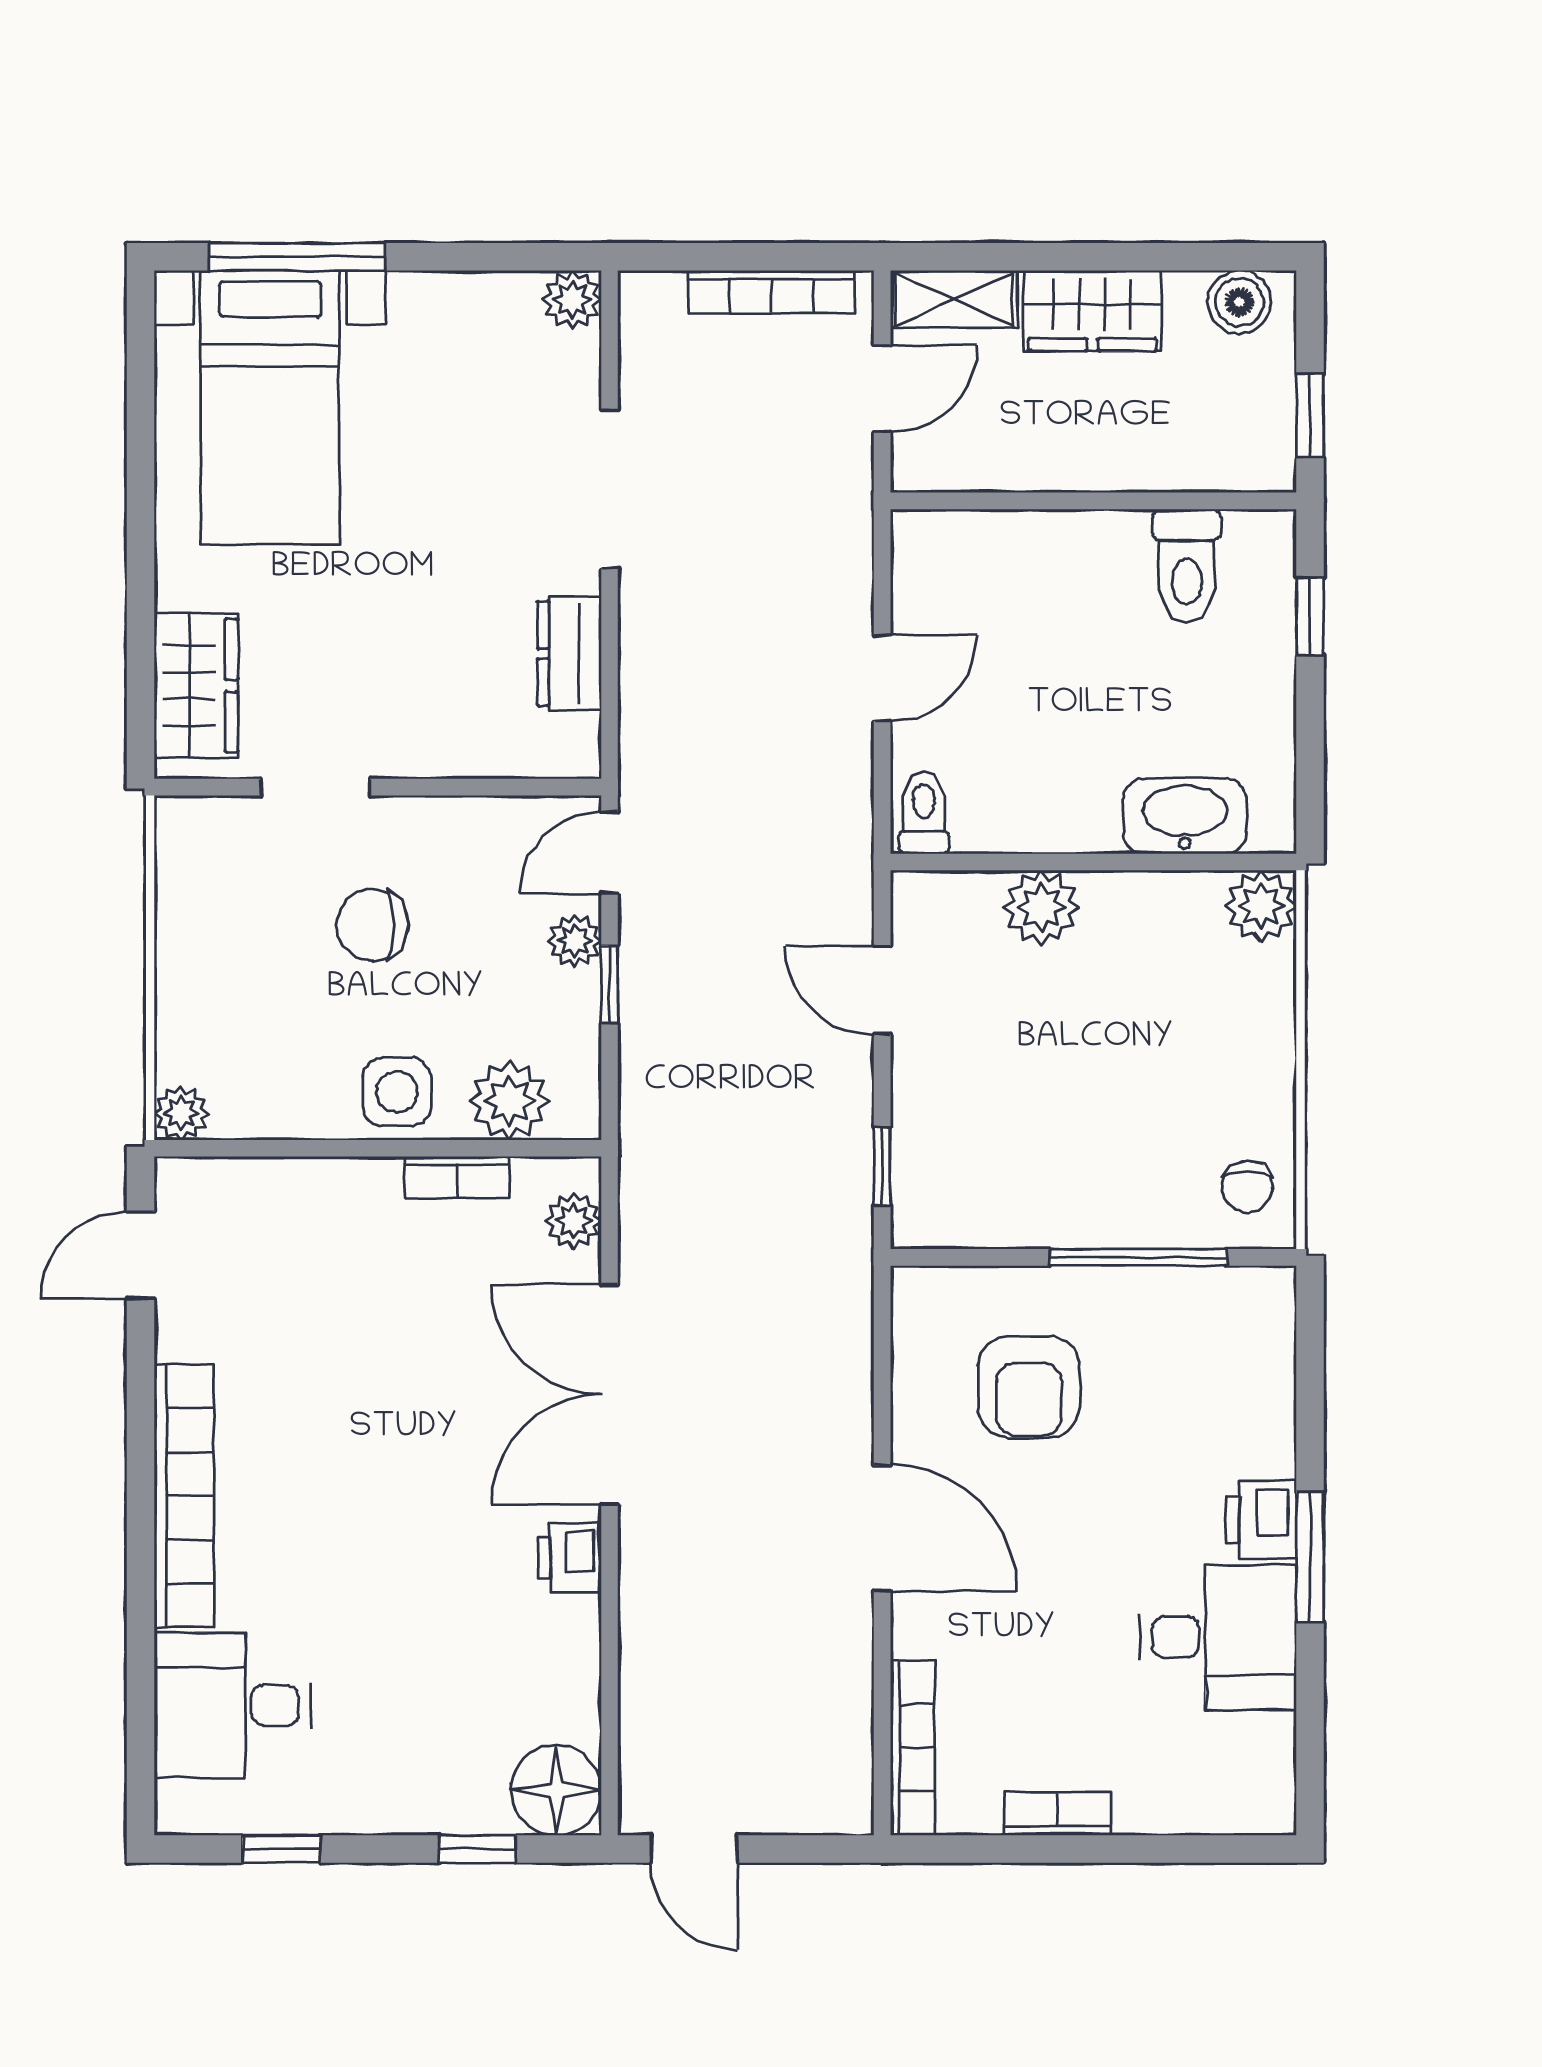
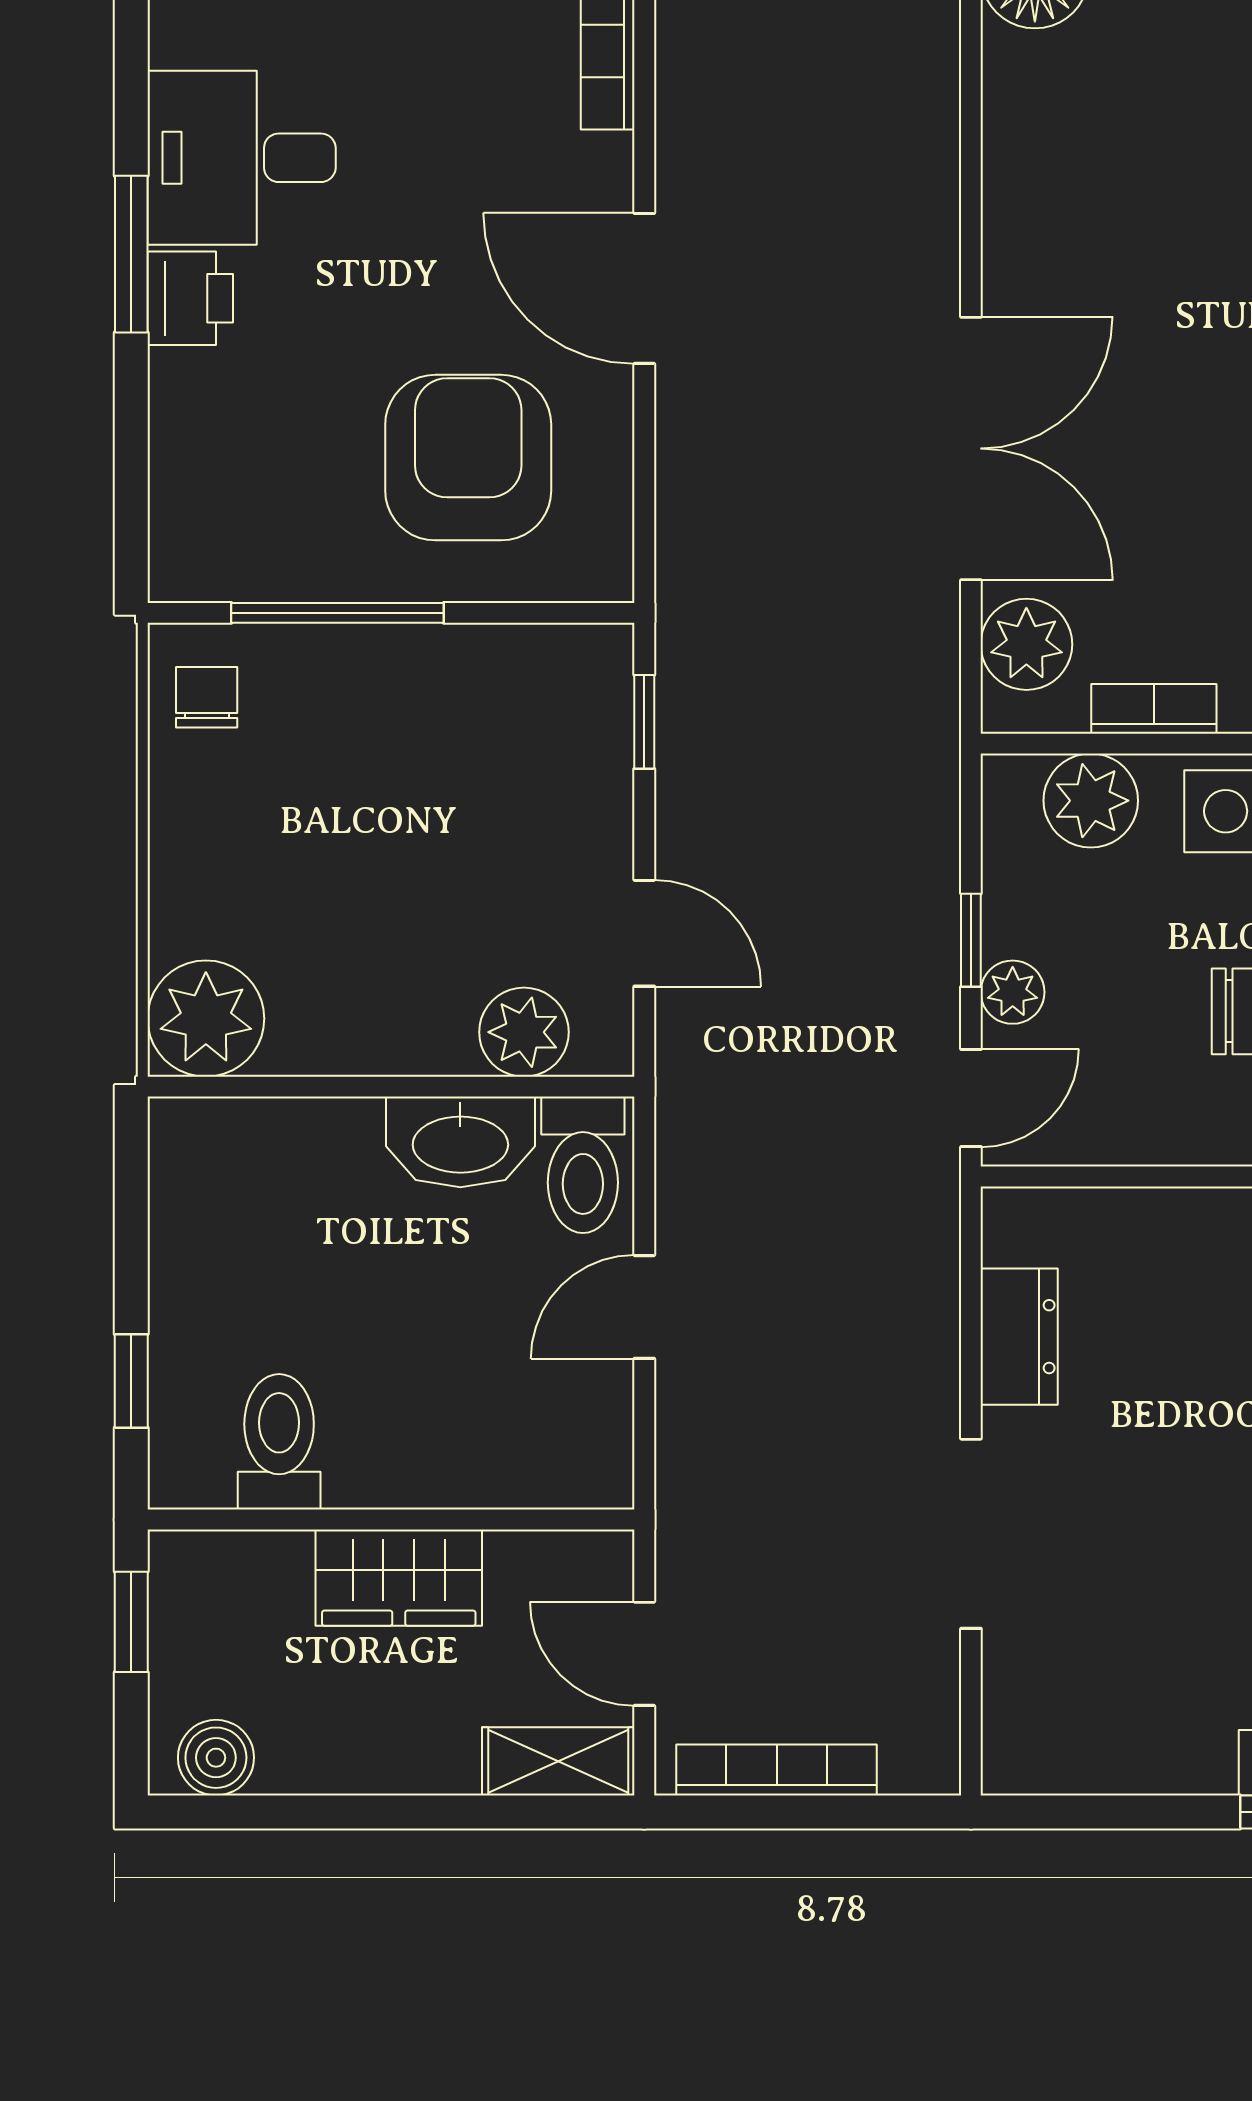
plant: (572, 300) -> (1016, 1761), removed
wardrobe: (1092, 311) -> (399, 1578), moved, turned 180
door: (882, 389) -> (644, 1654), hinge flipped
toilet: (924, 813) -> (583, 1165), width x1.37, depth x1.39
washbasin: (1185, 816) -> (460, 1142), moved
plant: (1261, 906) -> (206, 1019), width x1.36, depth x1.36
plant: (1041, 908) -> (524, 1032), moved
plant: (574, 1221) -> (1026, 644), width x1.38, depth x1.38
armchair: (1029, 1387) -> (468, 458), width x1.36, depth x1.36
printer: (570, 1558) -> (1019, 253), removed

